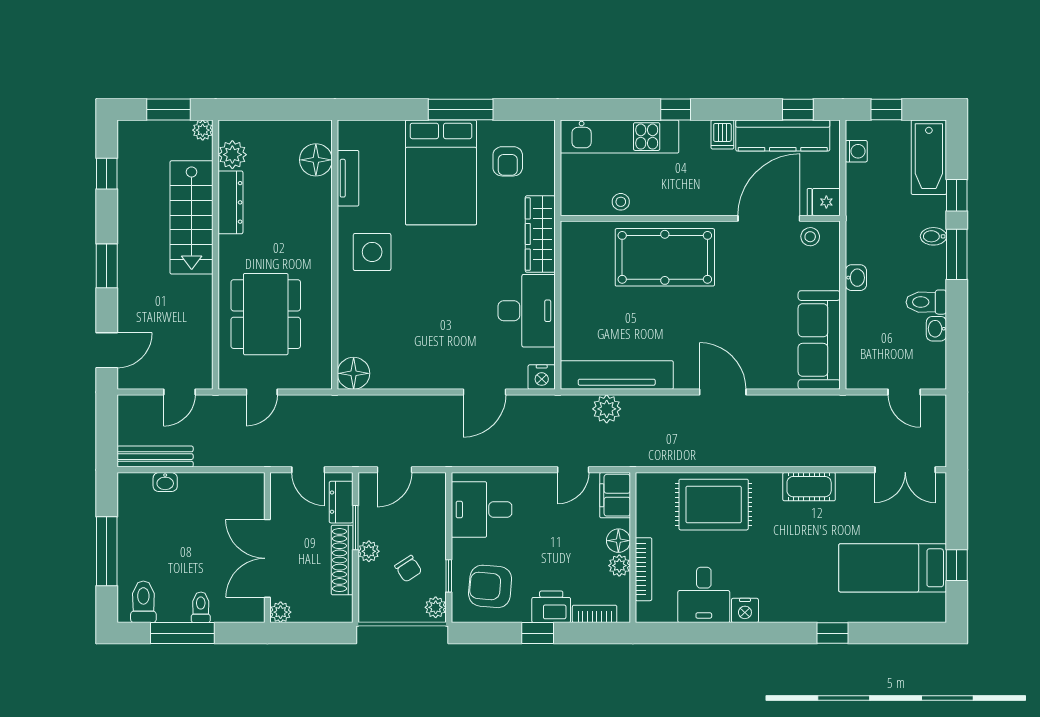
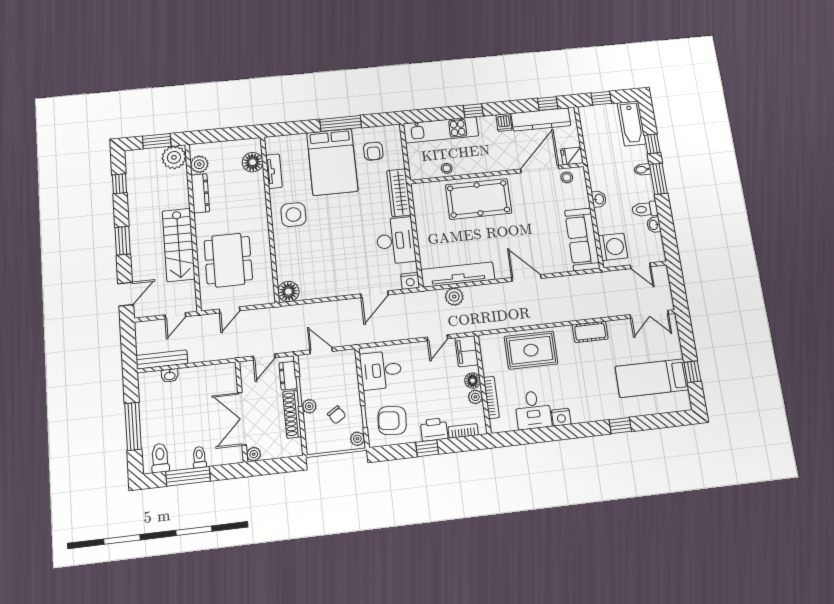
plant: (203, 130) -> (174, 157), width x1.88, depth x1.88
washing machine: (856, 151) -> (613, 247), moved, width x1.89, depth x1.89
stairs: (192, 217) -> (179, 245), moved
door: (308, 470) -> (264, 357), hinge flipped
door: (394, 470) -> (321, 351), swing flipped

